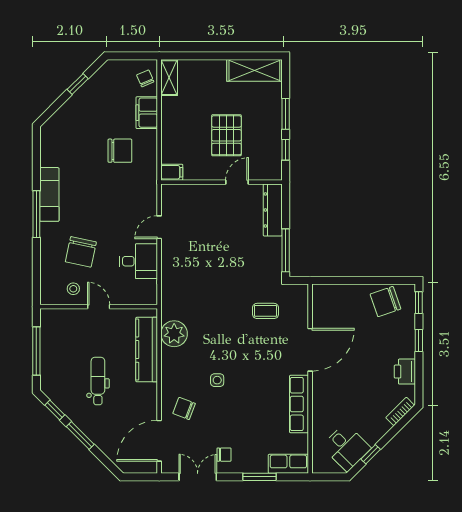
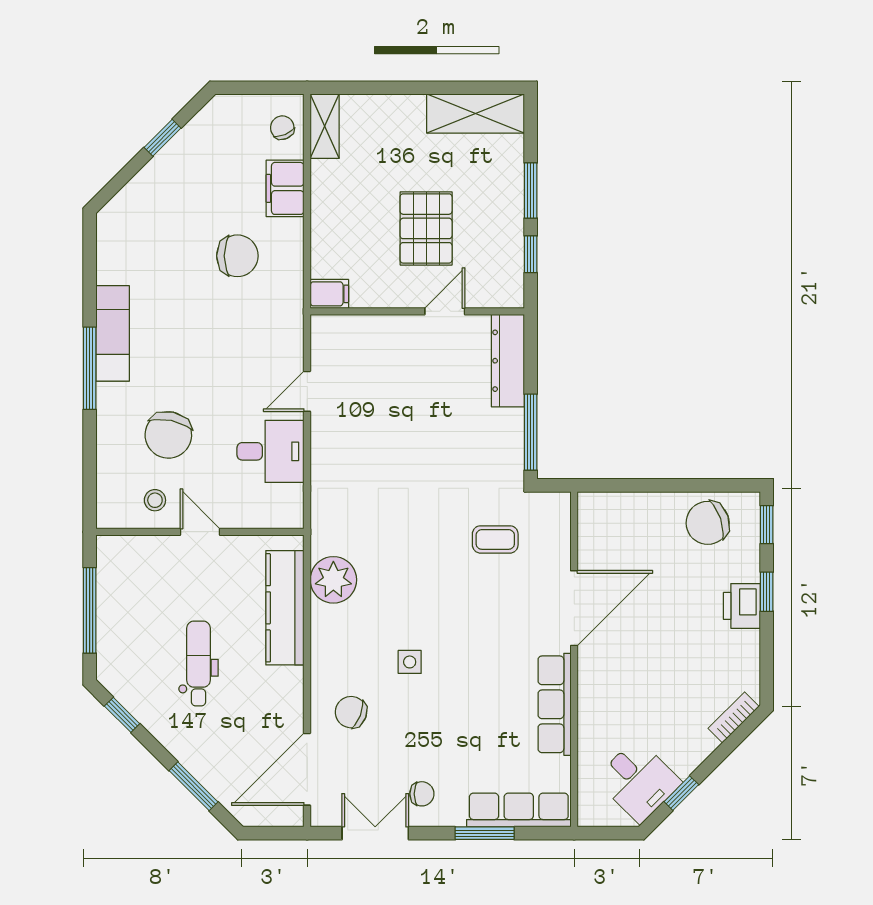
printer: (405, 372) -> (742, 606), moved
window: (80, 436) -> (193, 786), moved
row of seats: (288, 464) -> (519, 810), width x1.48

